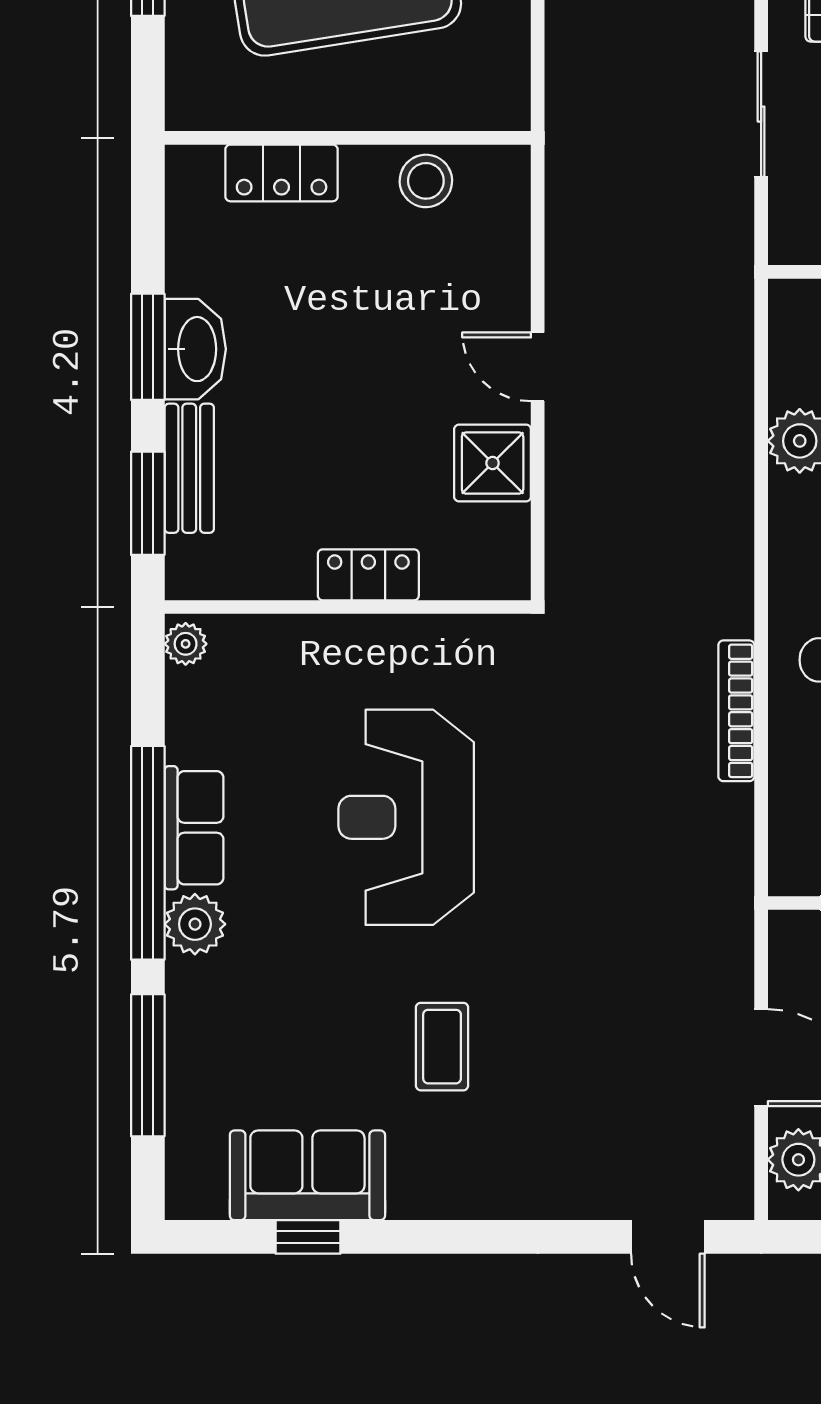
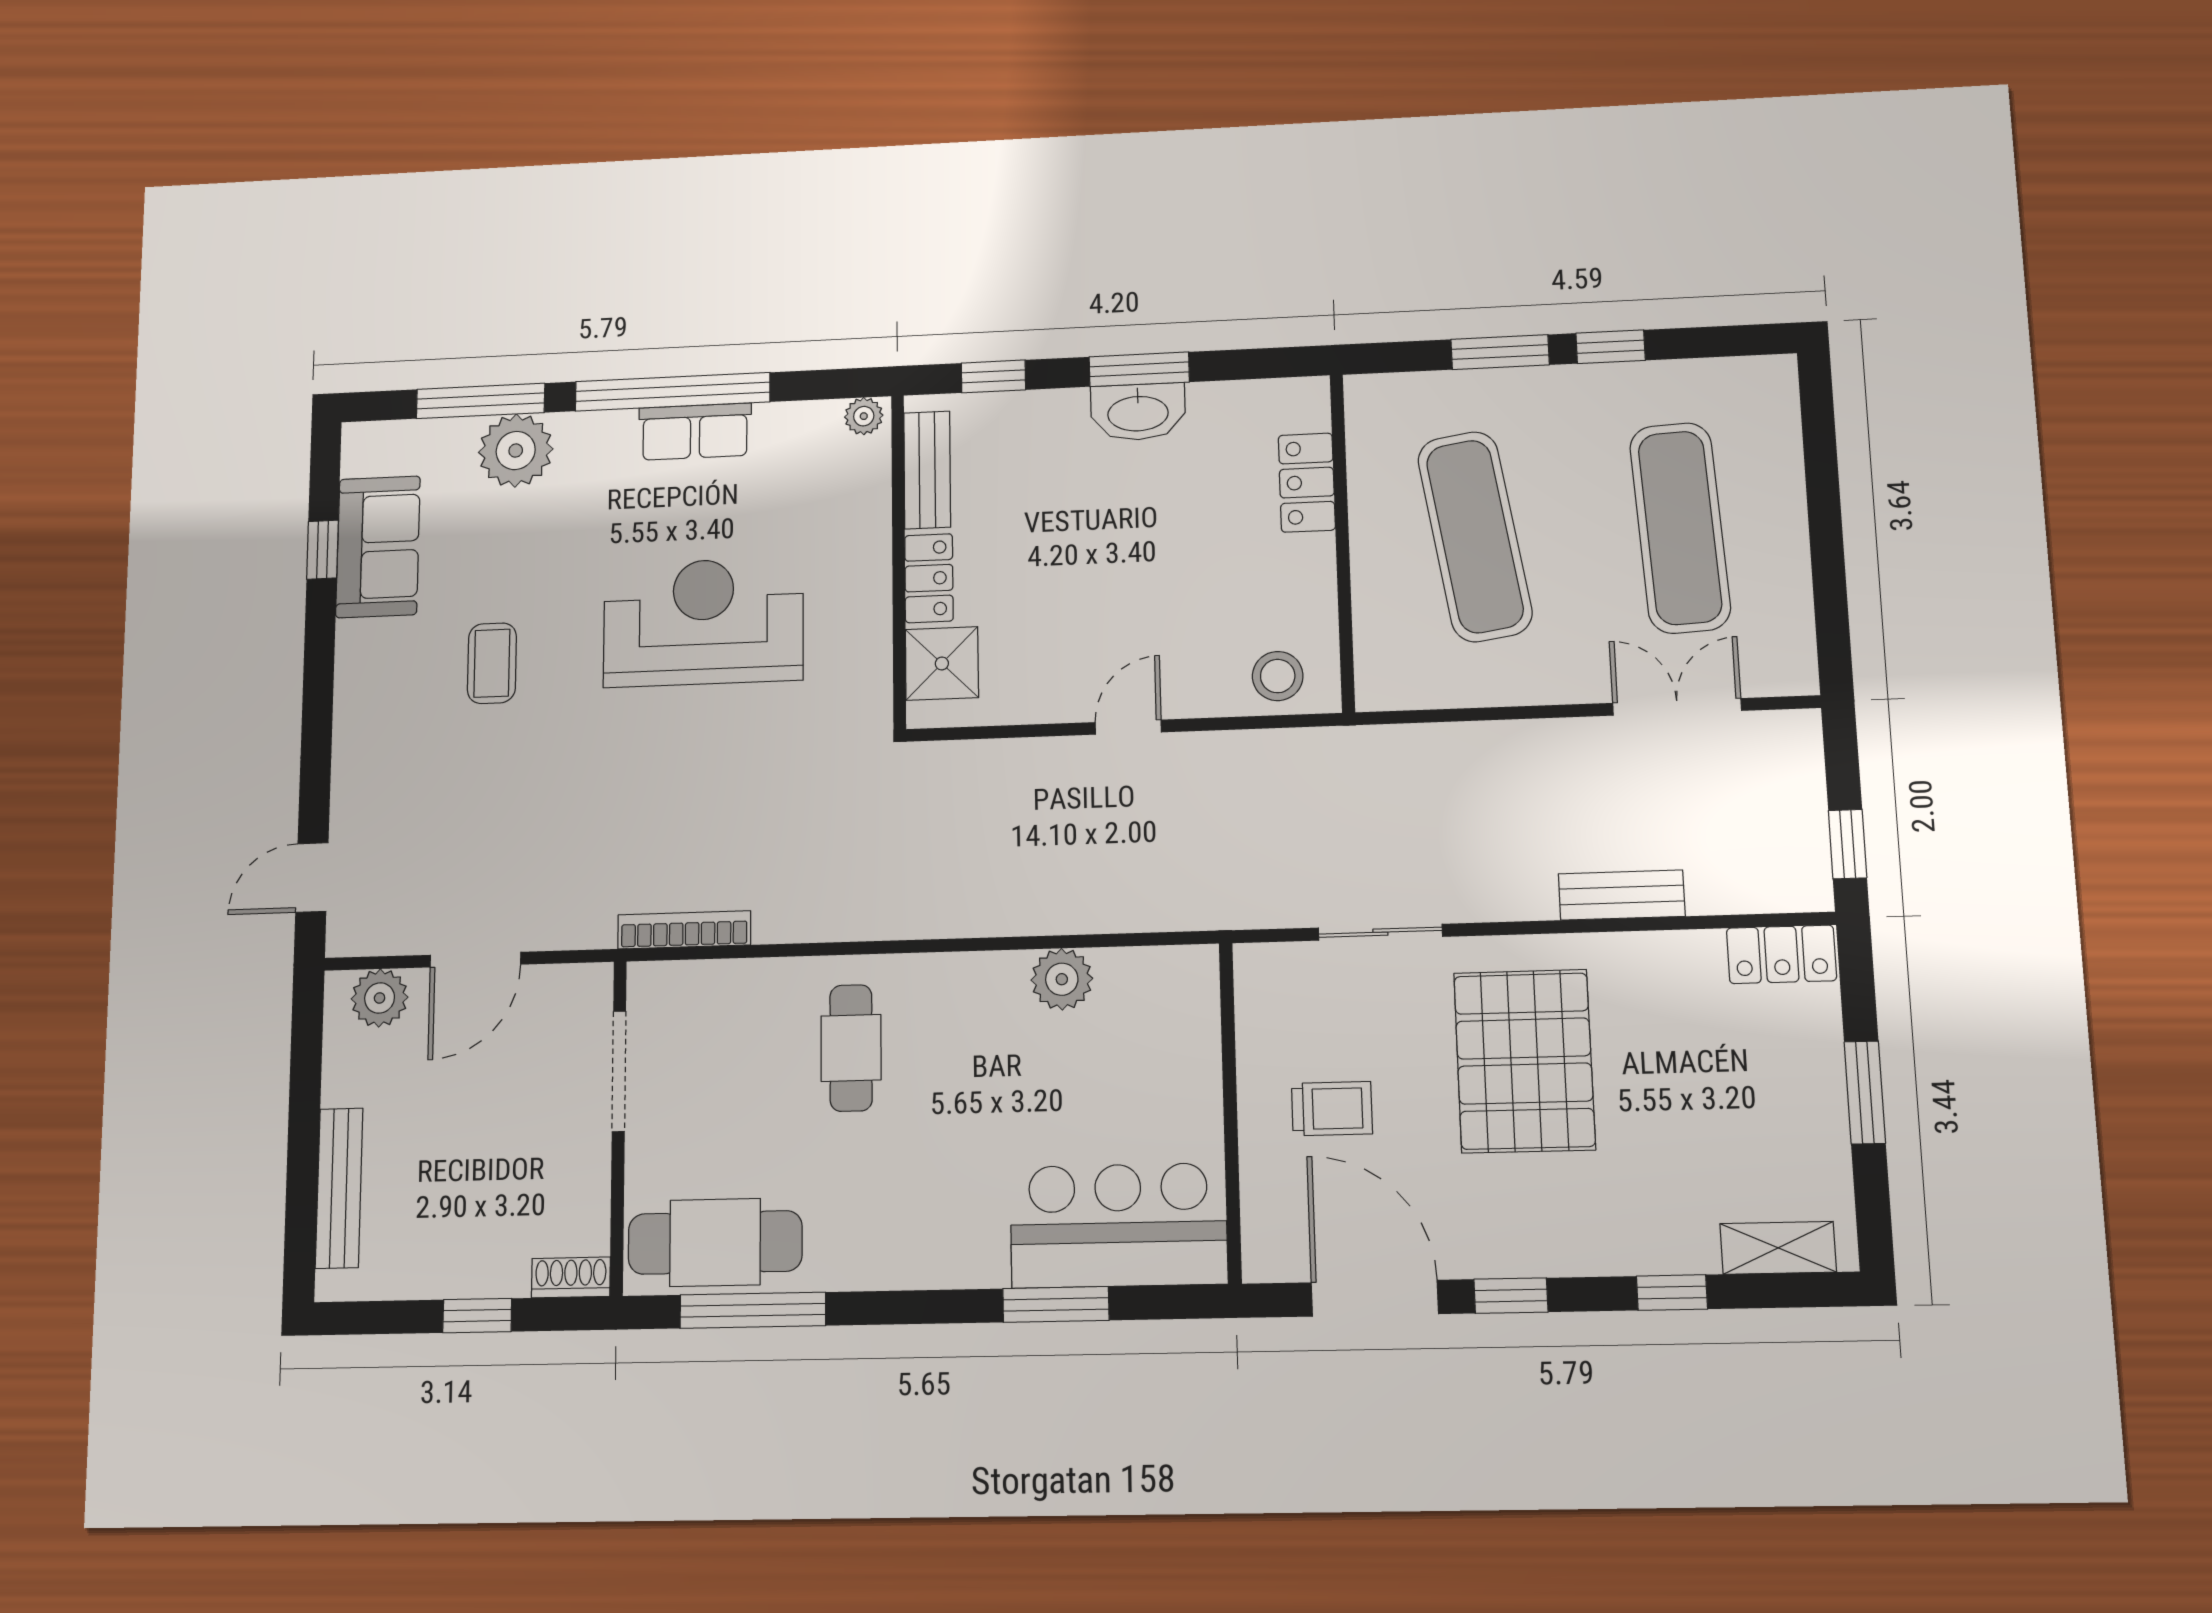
stool: (426, 181) -> (1278, 676), moved
shower: (493, 463) -> (942, 663), moved
bench: (189, 468) -> (927, 470), moved, turned 90
window: (148, 503) -> (993, 376), width x0.67
bookcase: (736, 711) -> (684, 930), moved
plant: (195, 924) -> (516, 451), moved, width x1.36, depth x1.36
coffee table: (442, 1047) -> (492, 663), turned 90

